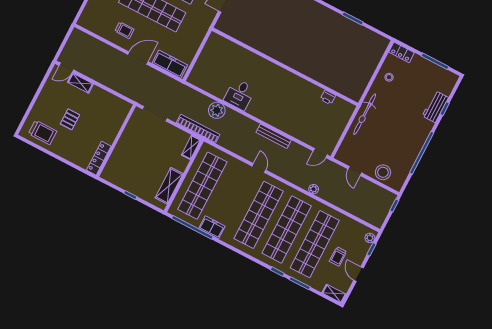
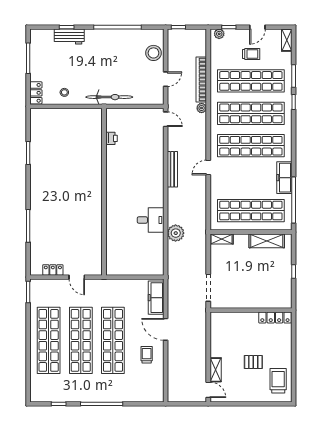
bookcase: (198, 129) -> (201, 80), moved
freezer: (212, 227) -> (284, 178), width x1.40

